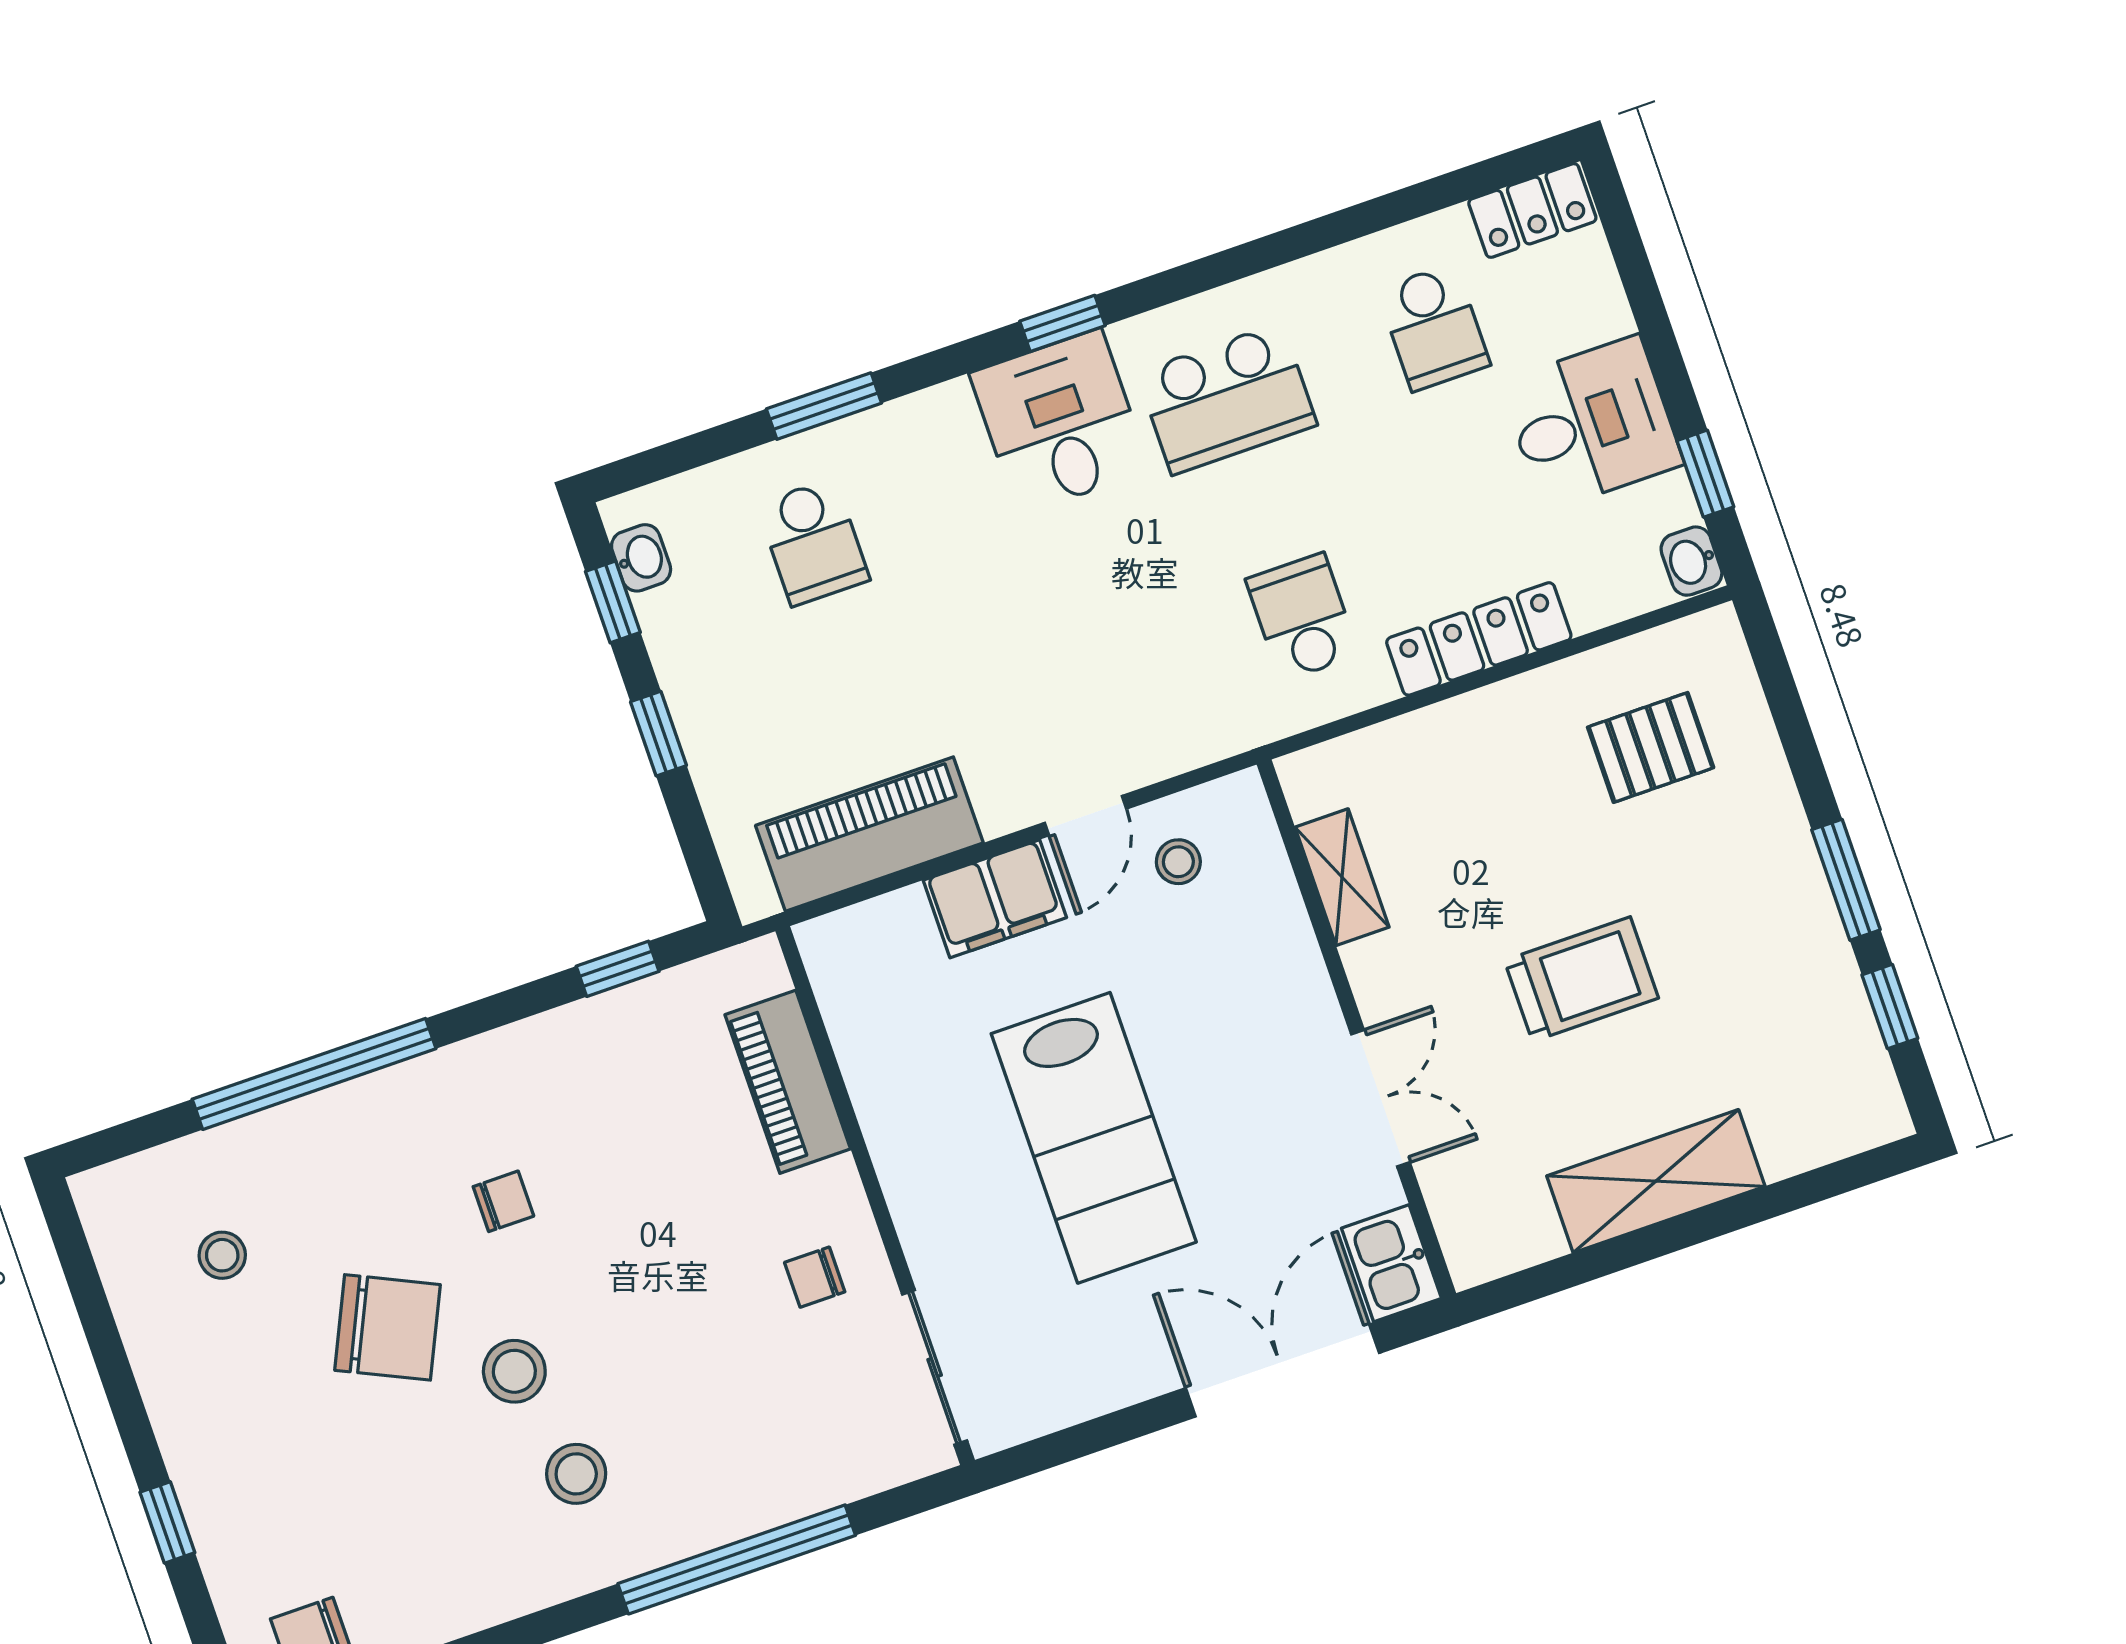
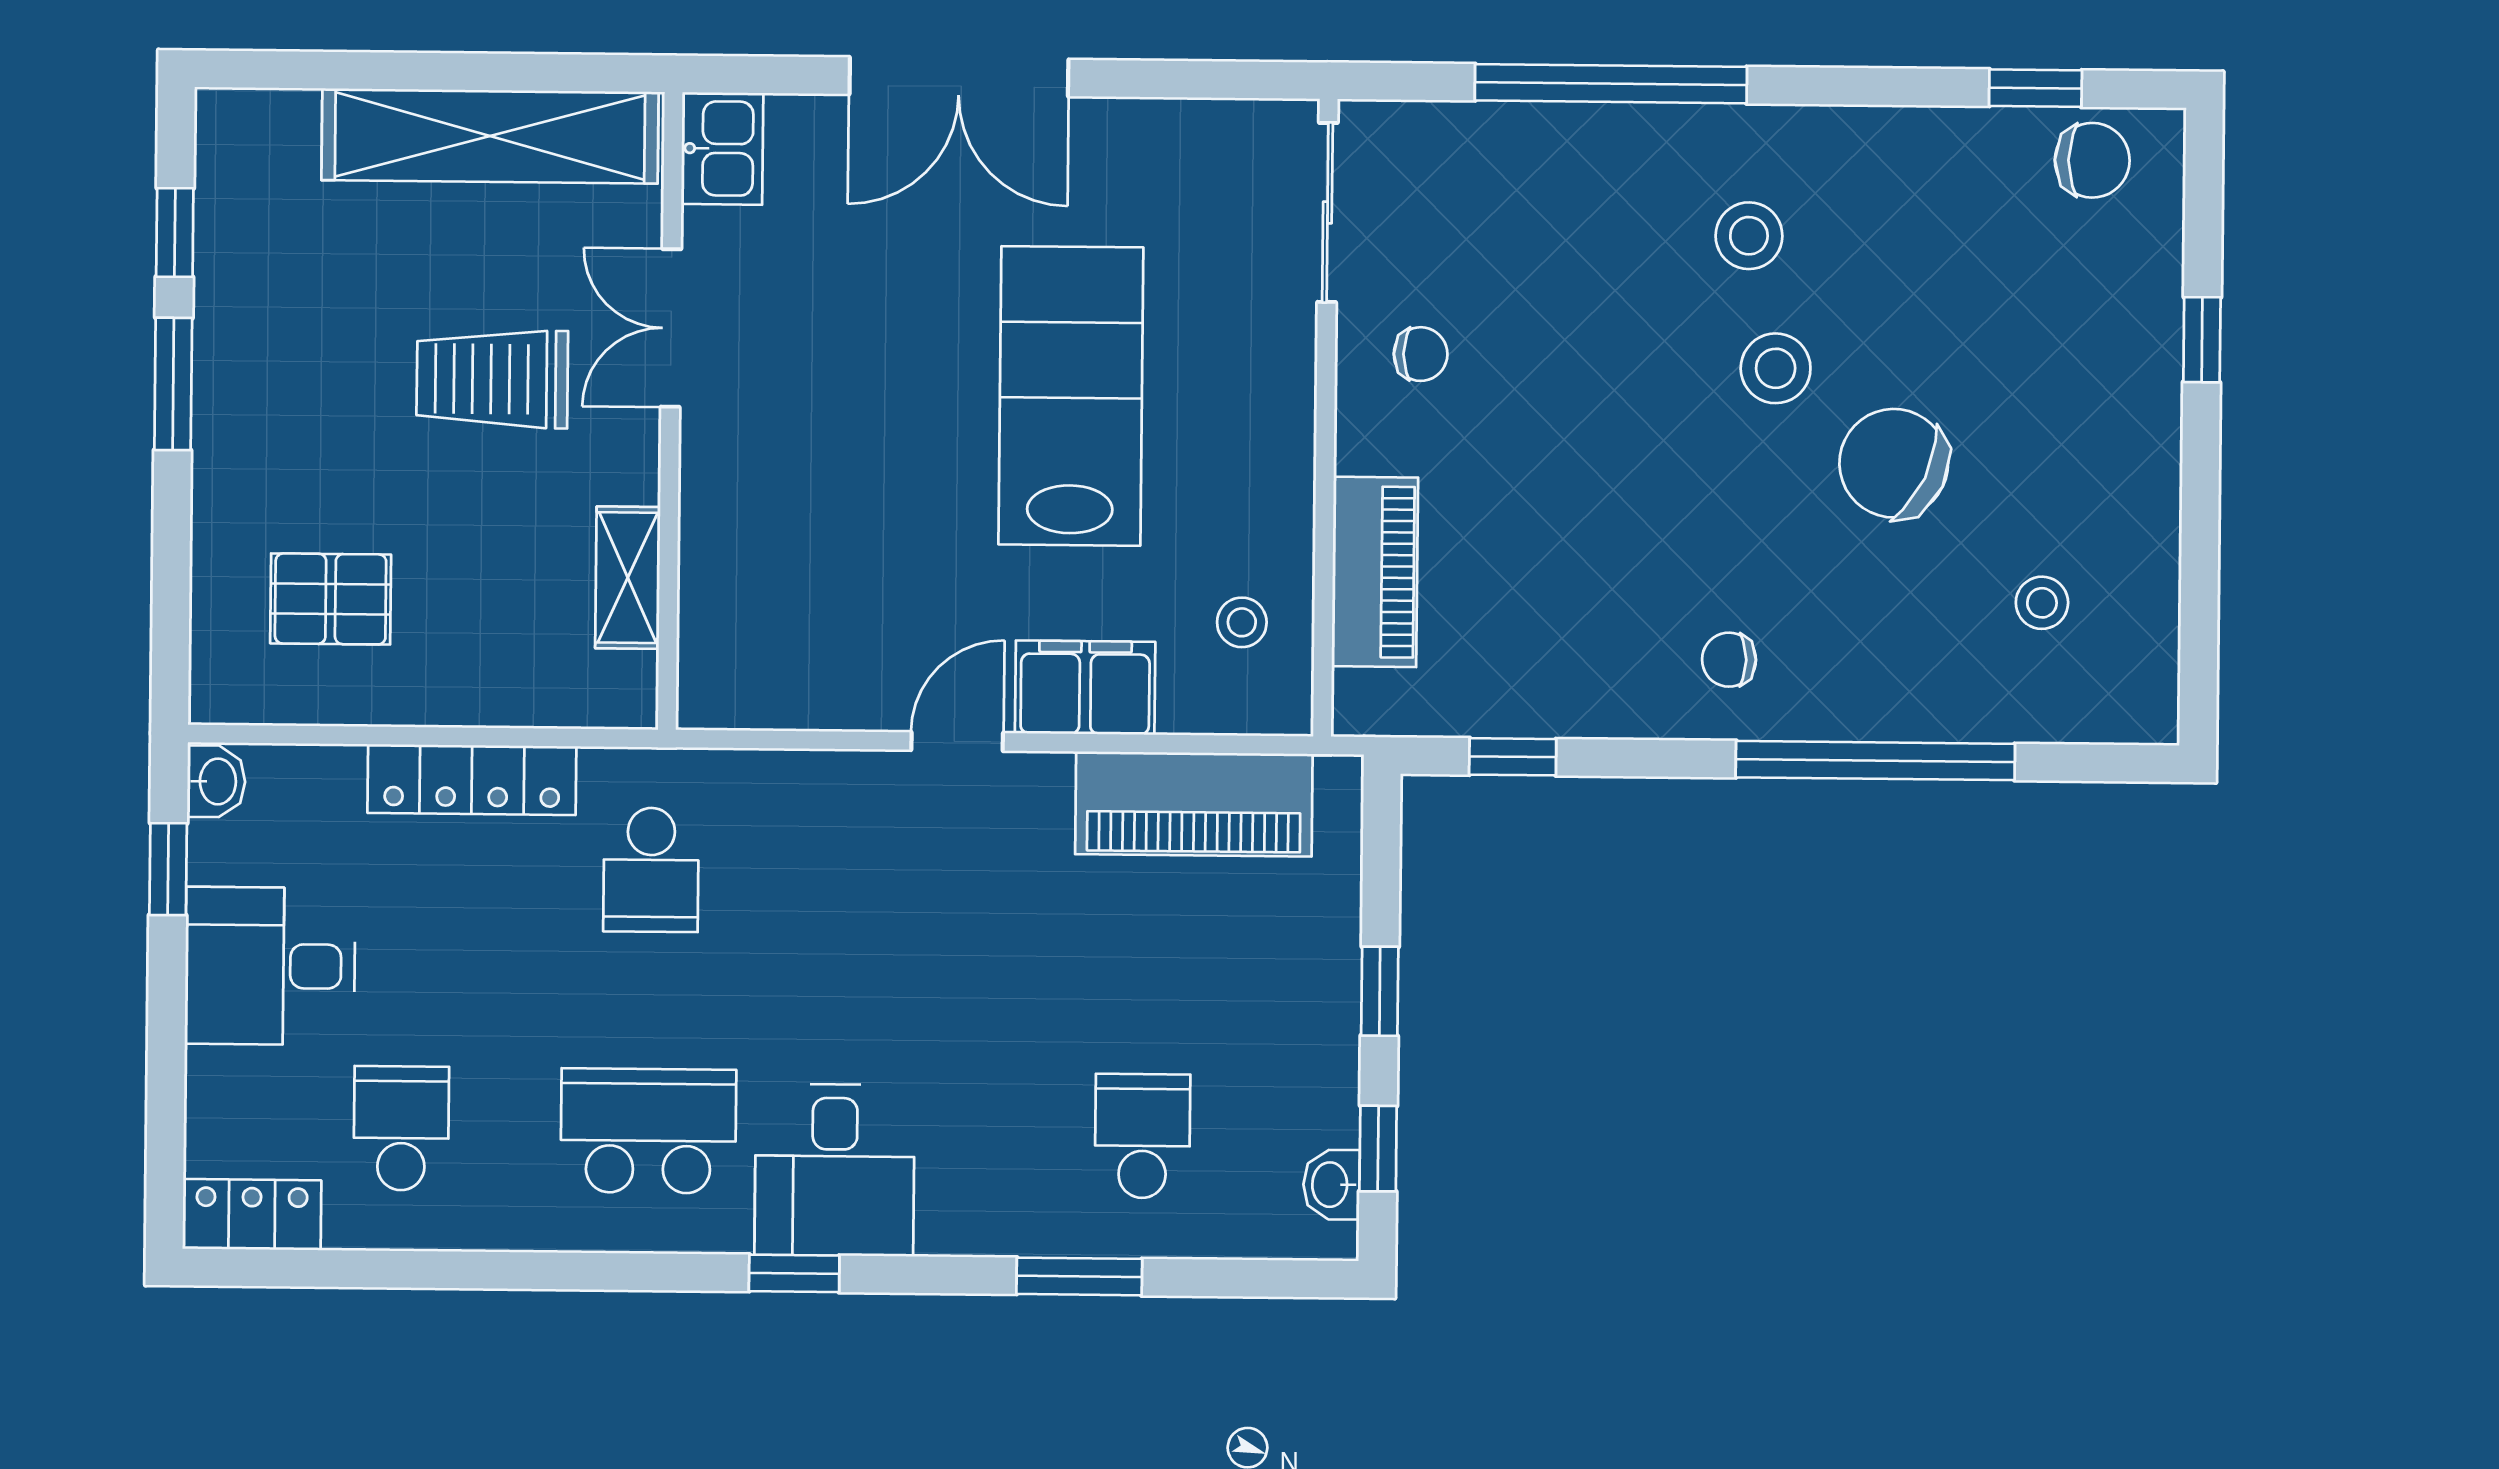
stool: (1178, 862) -> (1242, 622), moved
shelving: (1342, 877) -> (628, 578), moved
wall: (1356, 1029) -> (670, 411), moved
double door: (1381, 1098) -> (671, 328), moved
shelving: (1656, 1181) -> (490, 136), width x1.47
chair: (503, 1201) -> (1729, 660), moved
kitchen sink: (1391, 1263) -> (722, 148), moved

